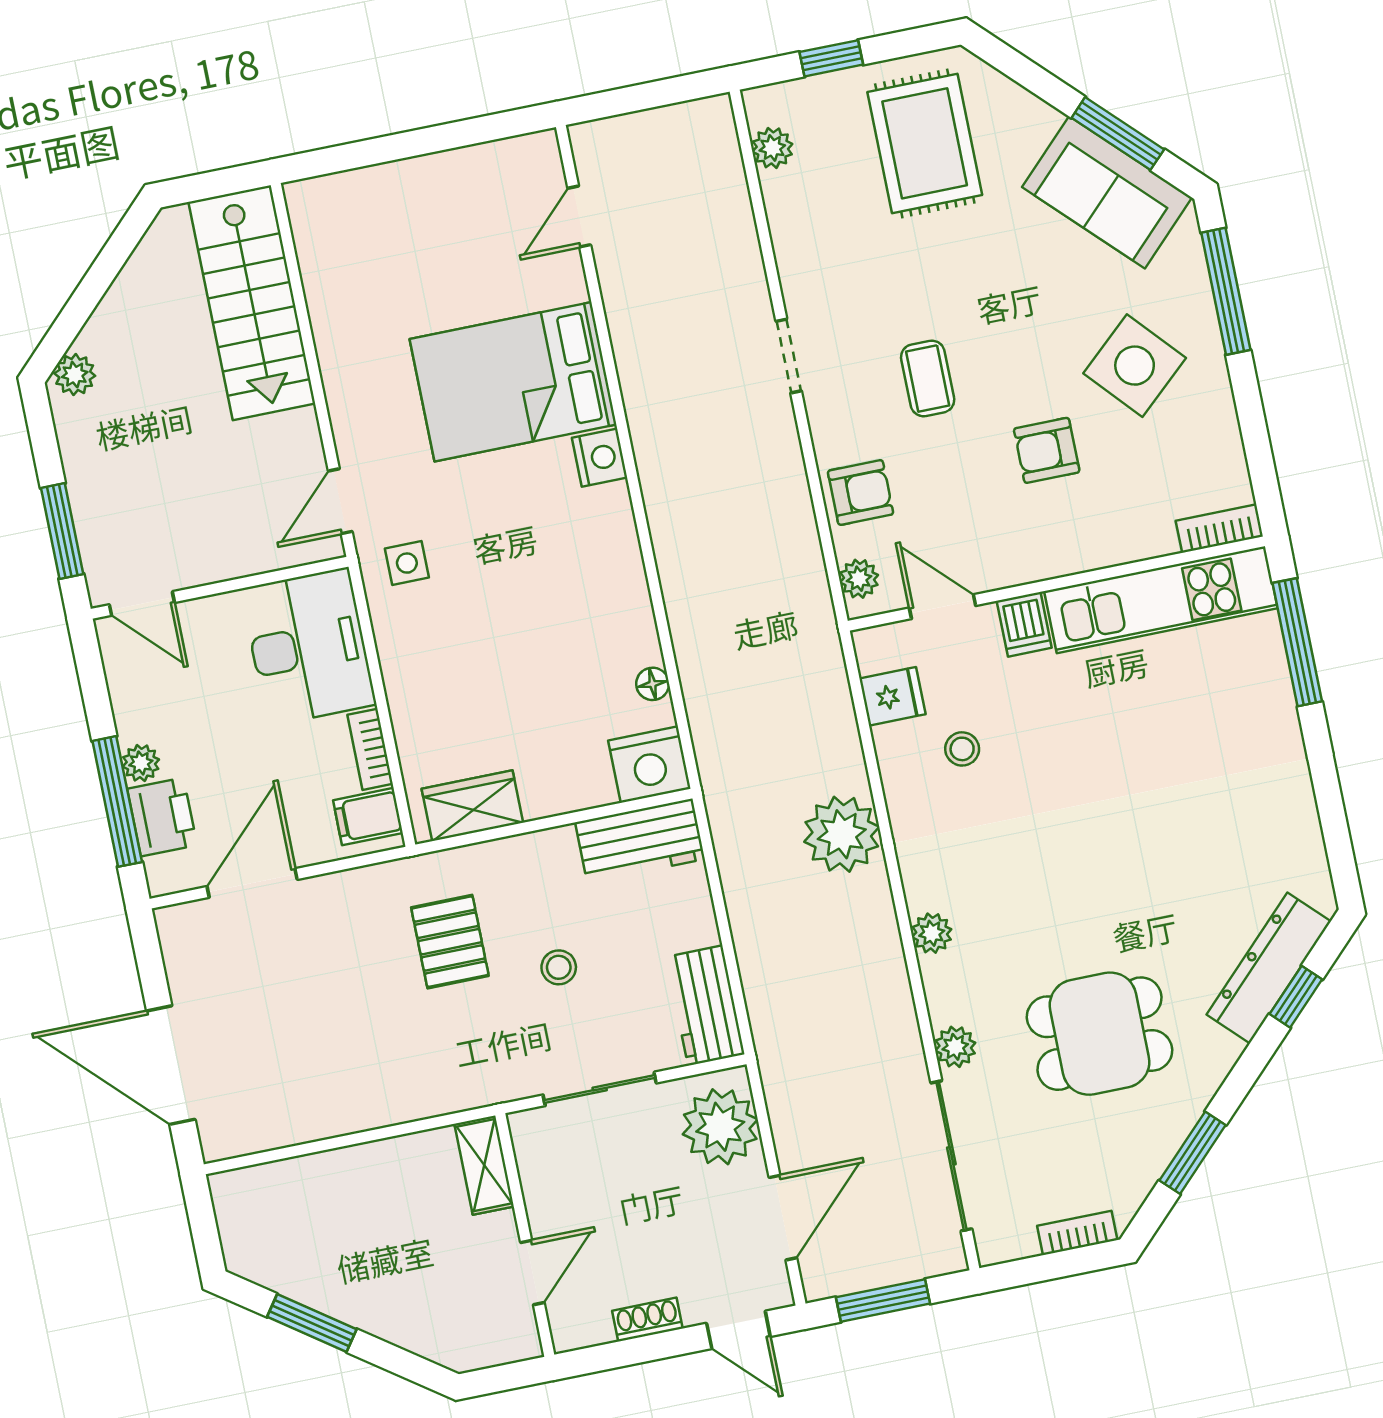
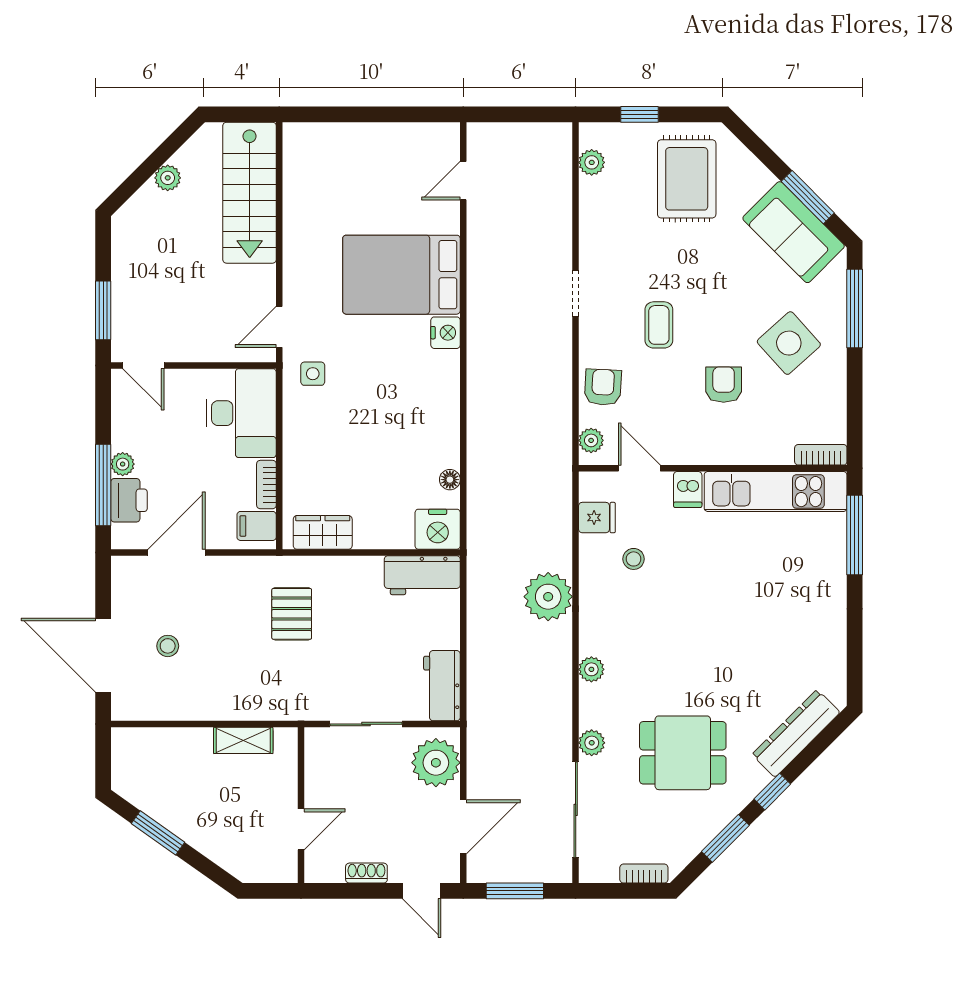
plant: (75, 375) -> (168, 178), moved
armchair: (1047, 450) -> (724, 385), turned 90
armchair: (861, 492) -> (603, 387), turned -87
stool: (559, 967) -> (168, 646), moved
window: (1296, 997) -> (772, 792), moved
shelving: (484, 1165) -> (243, 740), moved, turned 90

